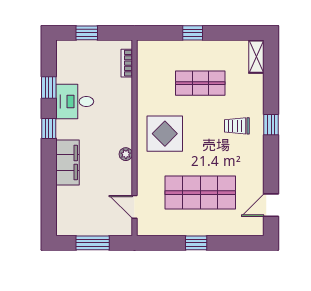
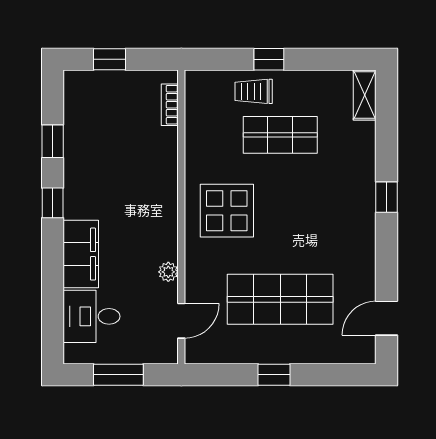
desk: (75, 102) -> (91, 316), moved
trolley: (237, 126) -> (254, 91), moved
plant: (126, 154) -> (168, 272), moved
door: (134, 207) -> (181, 321), swing flipped

